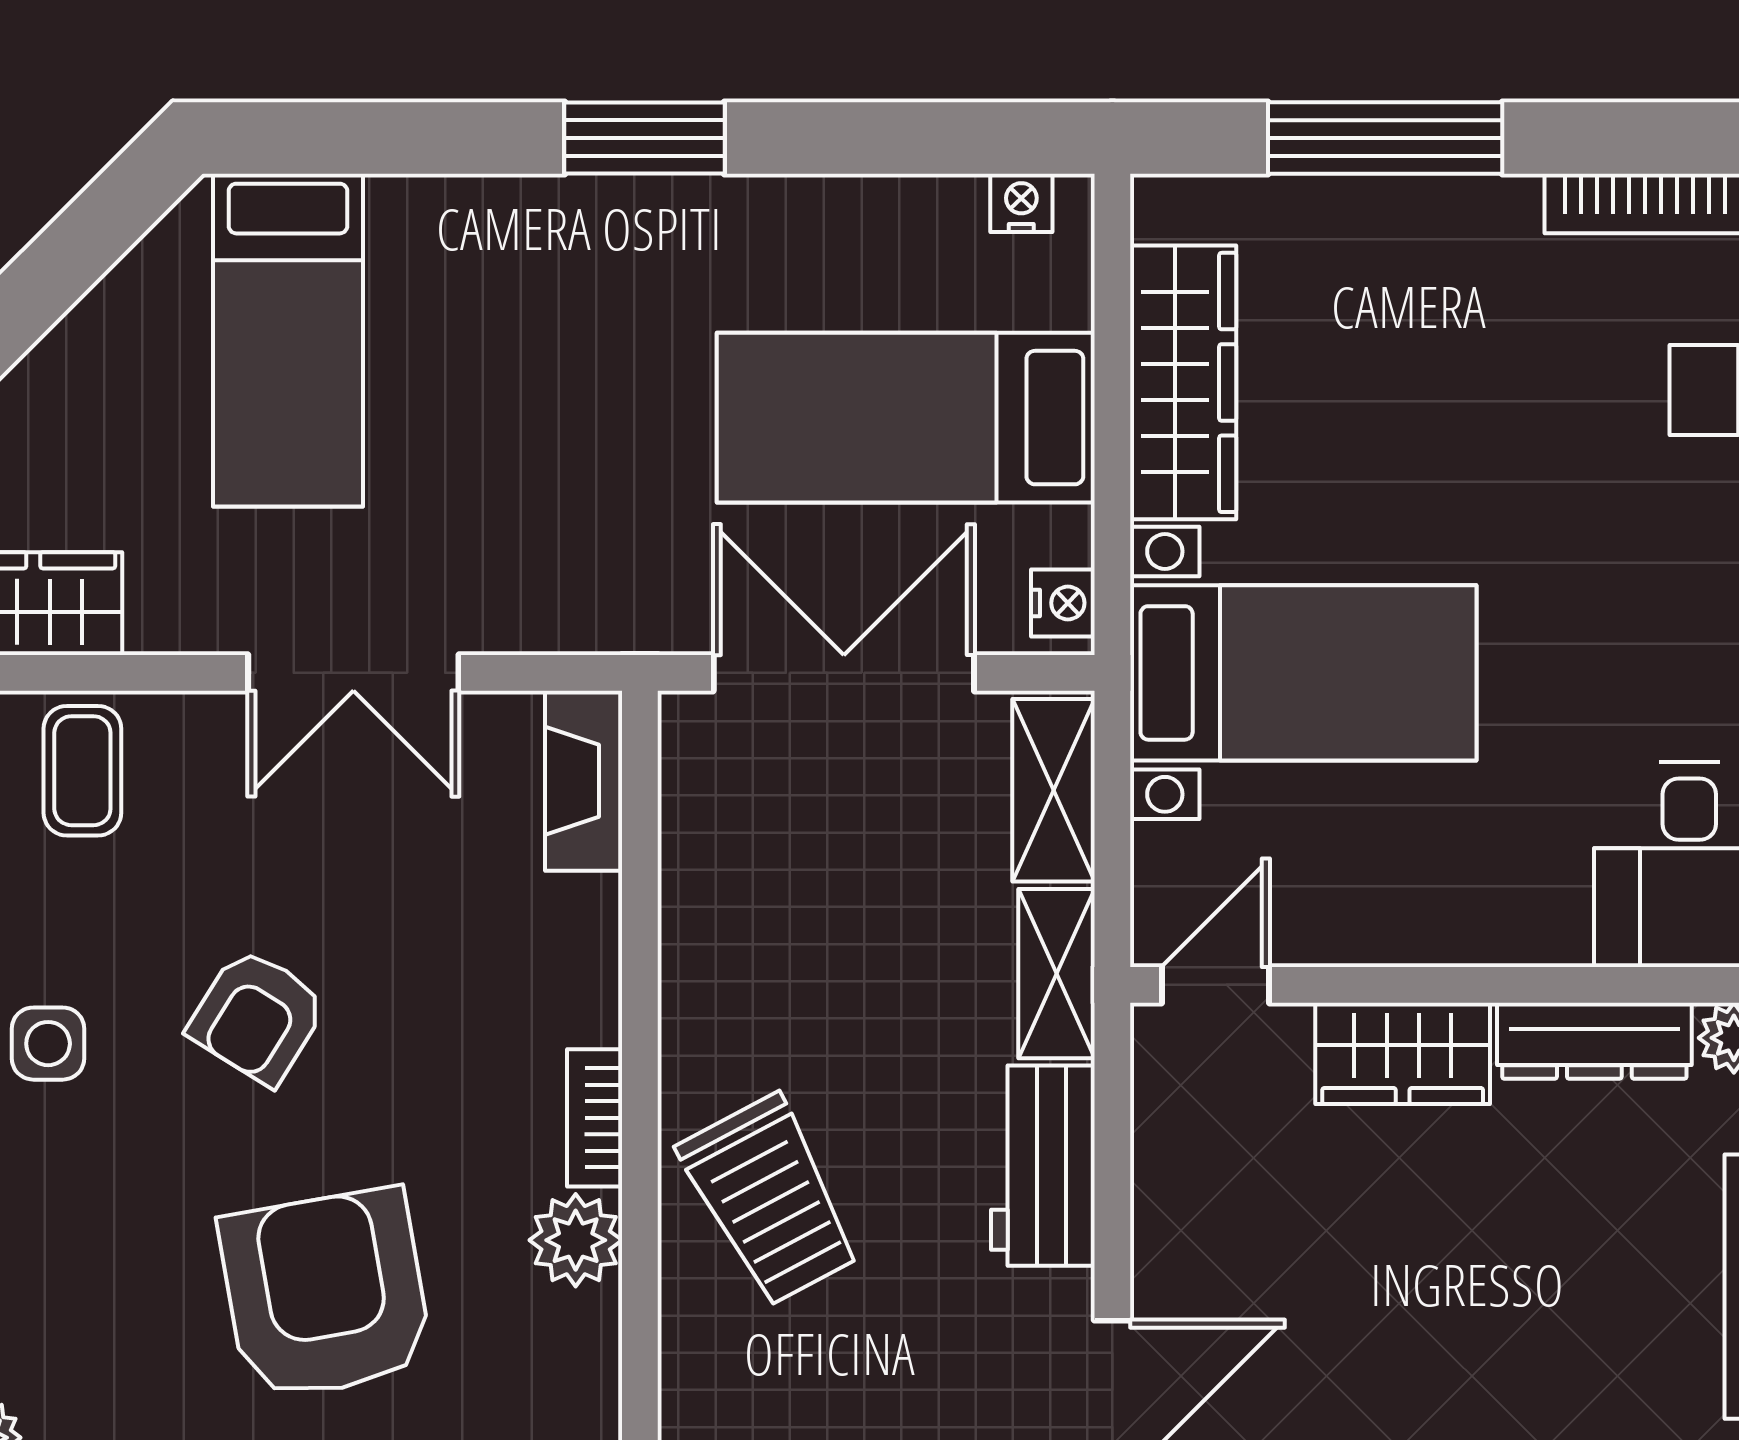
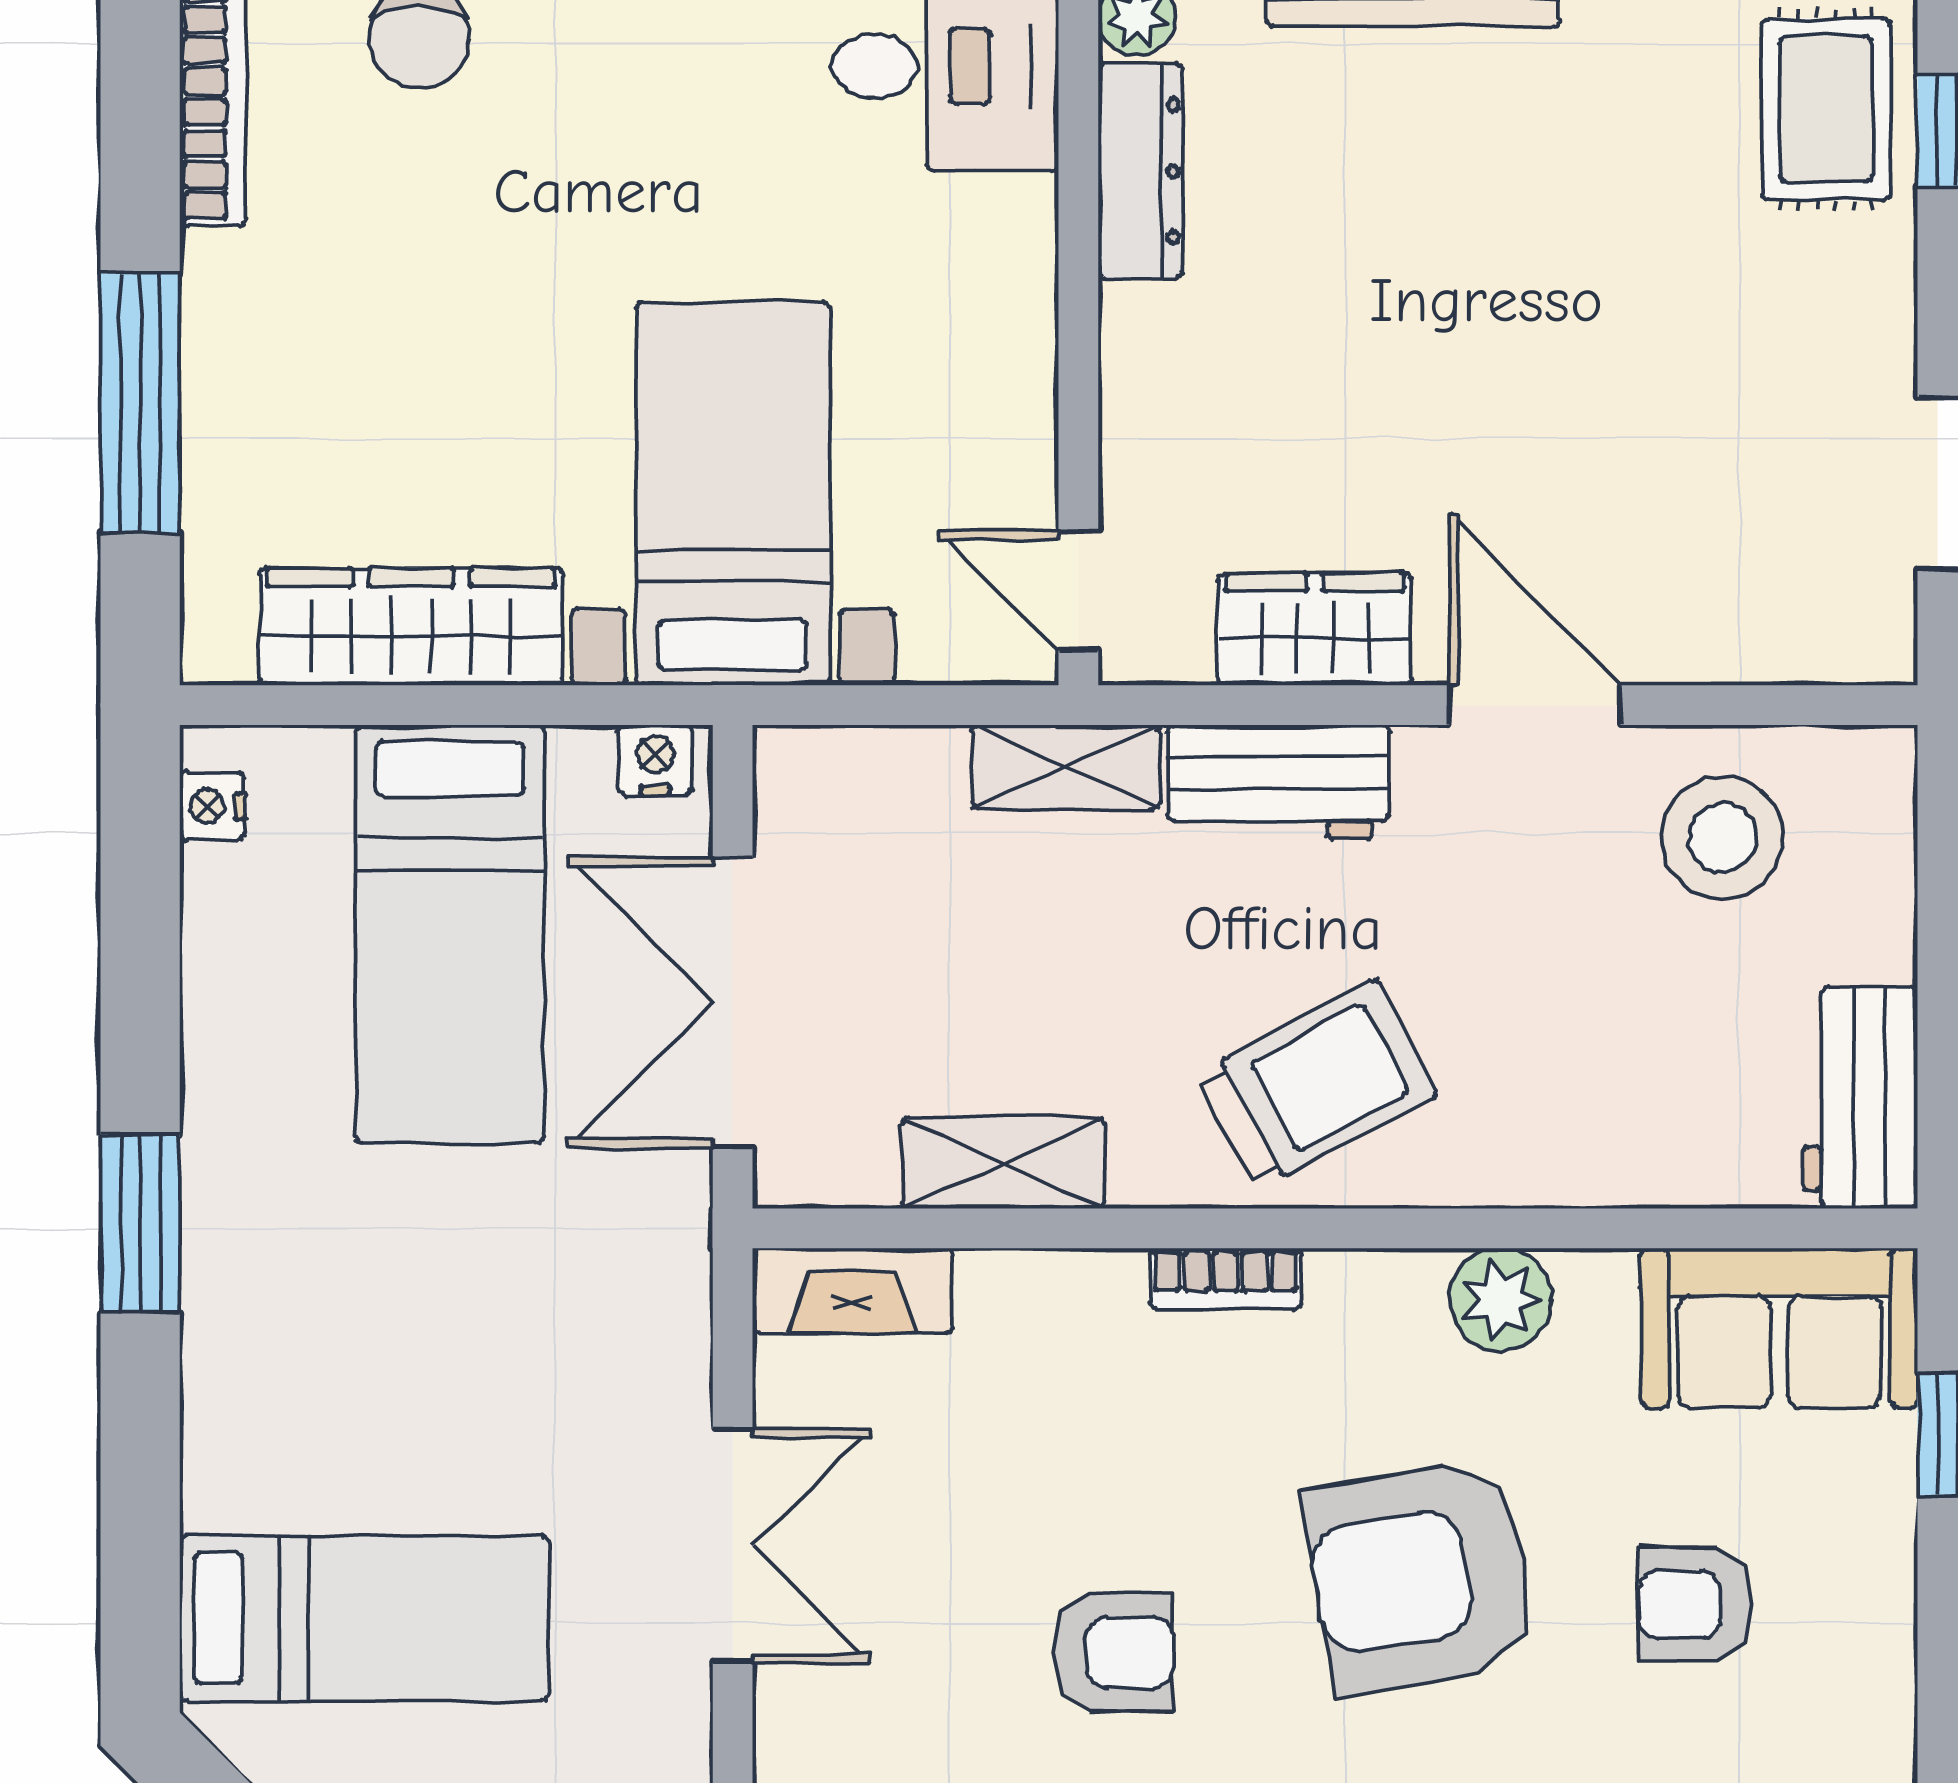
shelving: (1053, 790) -> (1003, 1163), moved
armchair: (257, 1016) -> (1113, 1652), turned -32
wardrobe: (1403, 1053) -> (1315, 629), moved, turned -90
plant: (576, 1240) -> (1500, 1300), moved

